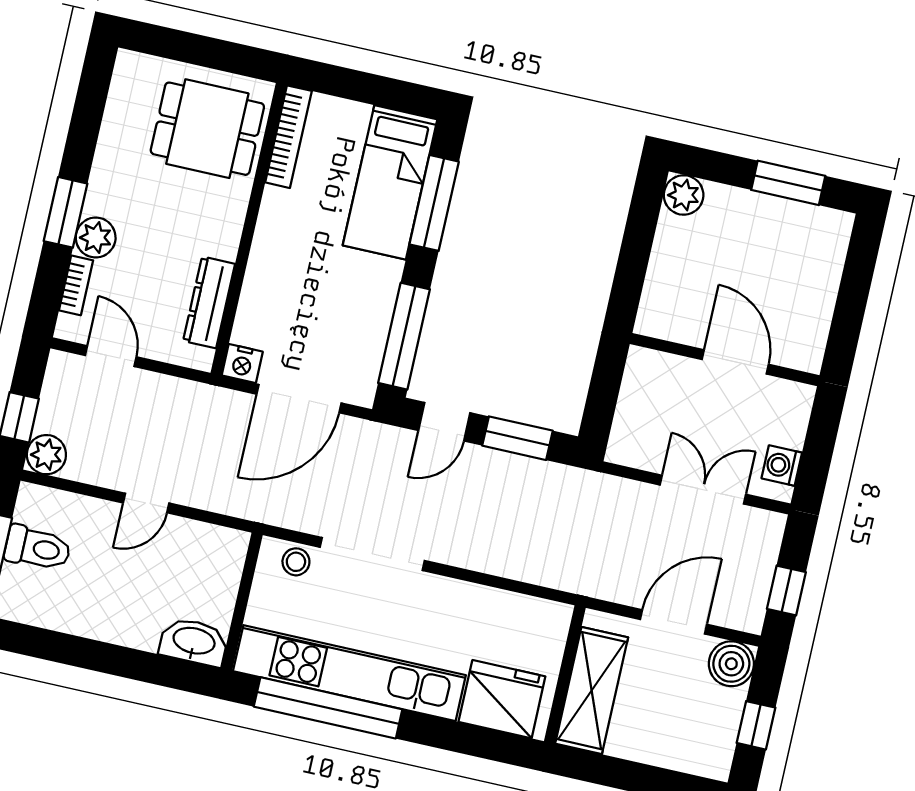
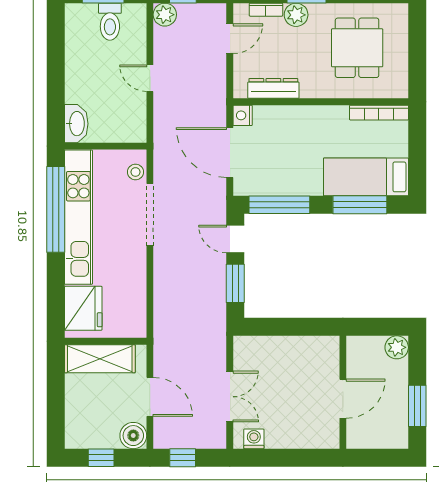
dining table: (207, 129) -> (357, 48), moved
wall: (725, 360) -> (343, 392), moved
door: (735, 362) -> (343, 399), moved

